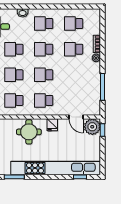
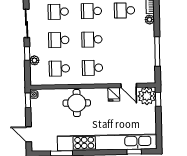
fridge: (52, 125) -> (114, 94), moved

